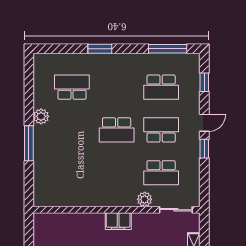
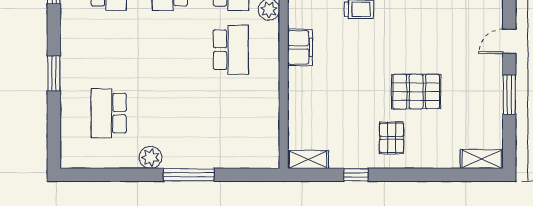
school desk: (117, 130) -> (231, 50), moved
shelving: (40, 227) -> (308, 159), added

